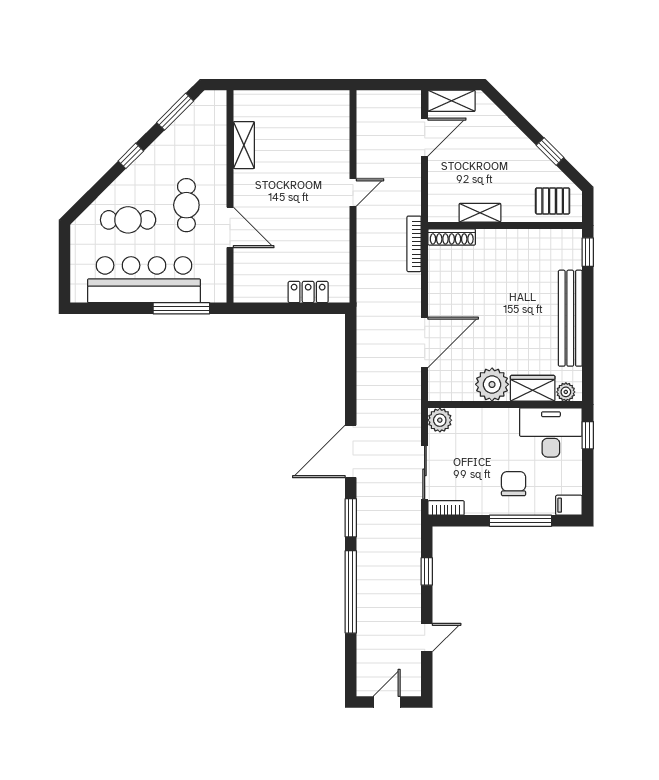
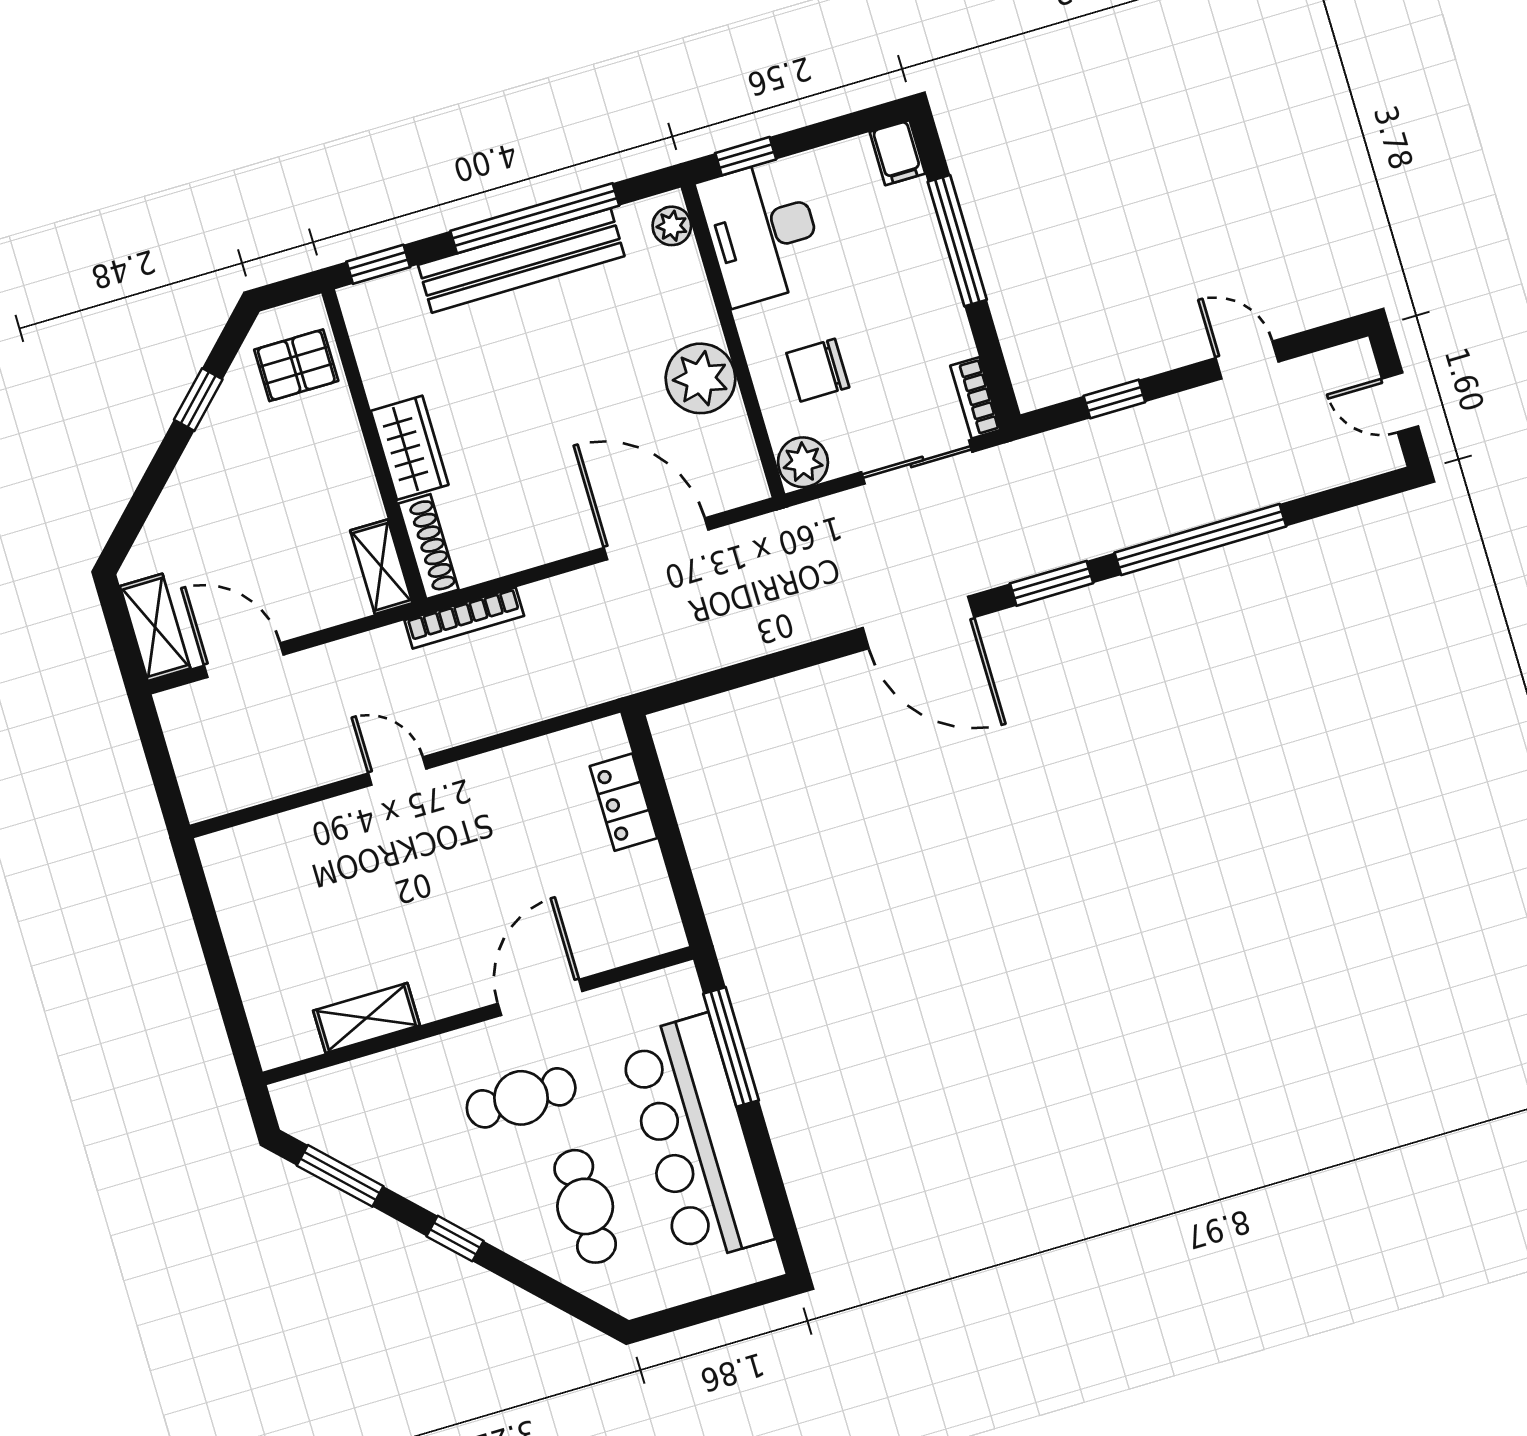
pallet: (553, 201) -> (296, 365), turned 90
shelving: (480, 213) -> (381, 567), moved
window: (588, 330) -> (535, 218), added
wardrobe: (533, 388) -> (410, 448), moved, turned 180
chair: (514, 484) -> (818, 370), moved

